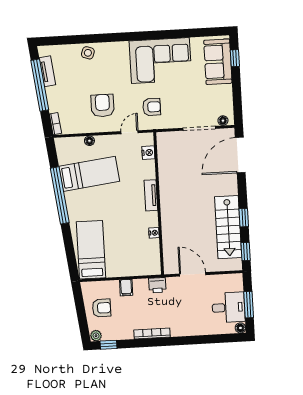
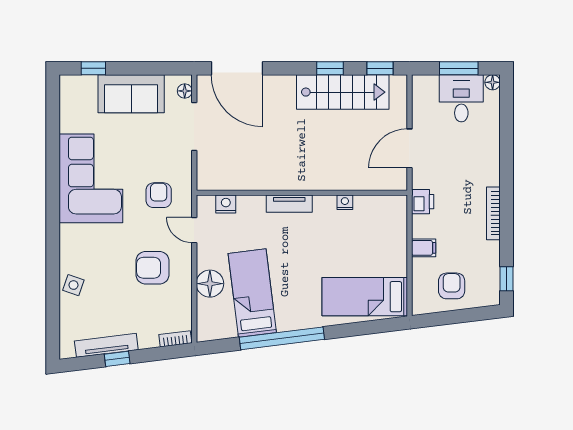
sofa: (218, 62) -> (131, 94), moved
tv unit: (47, 71) -> (106, 345), width x1.41
window: (40, 85) -> (117, 359), width x0.32
floor lamp: (89, 141) -> (210, 284), width x1.89, depth x1.89
plant: (96, 336) -> (492, 296), removed

